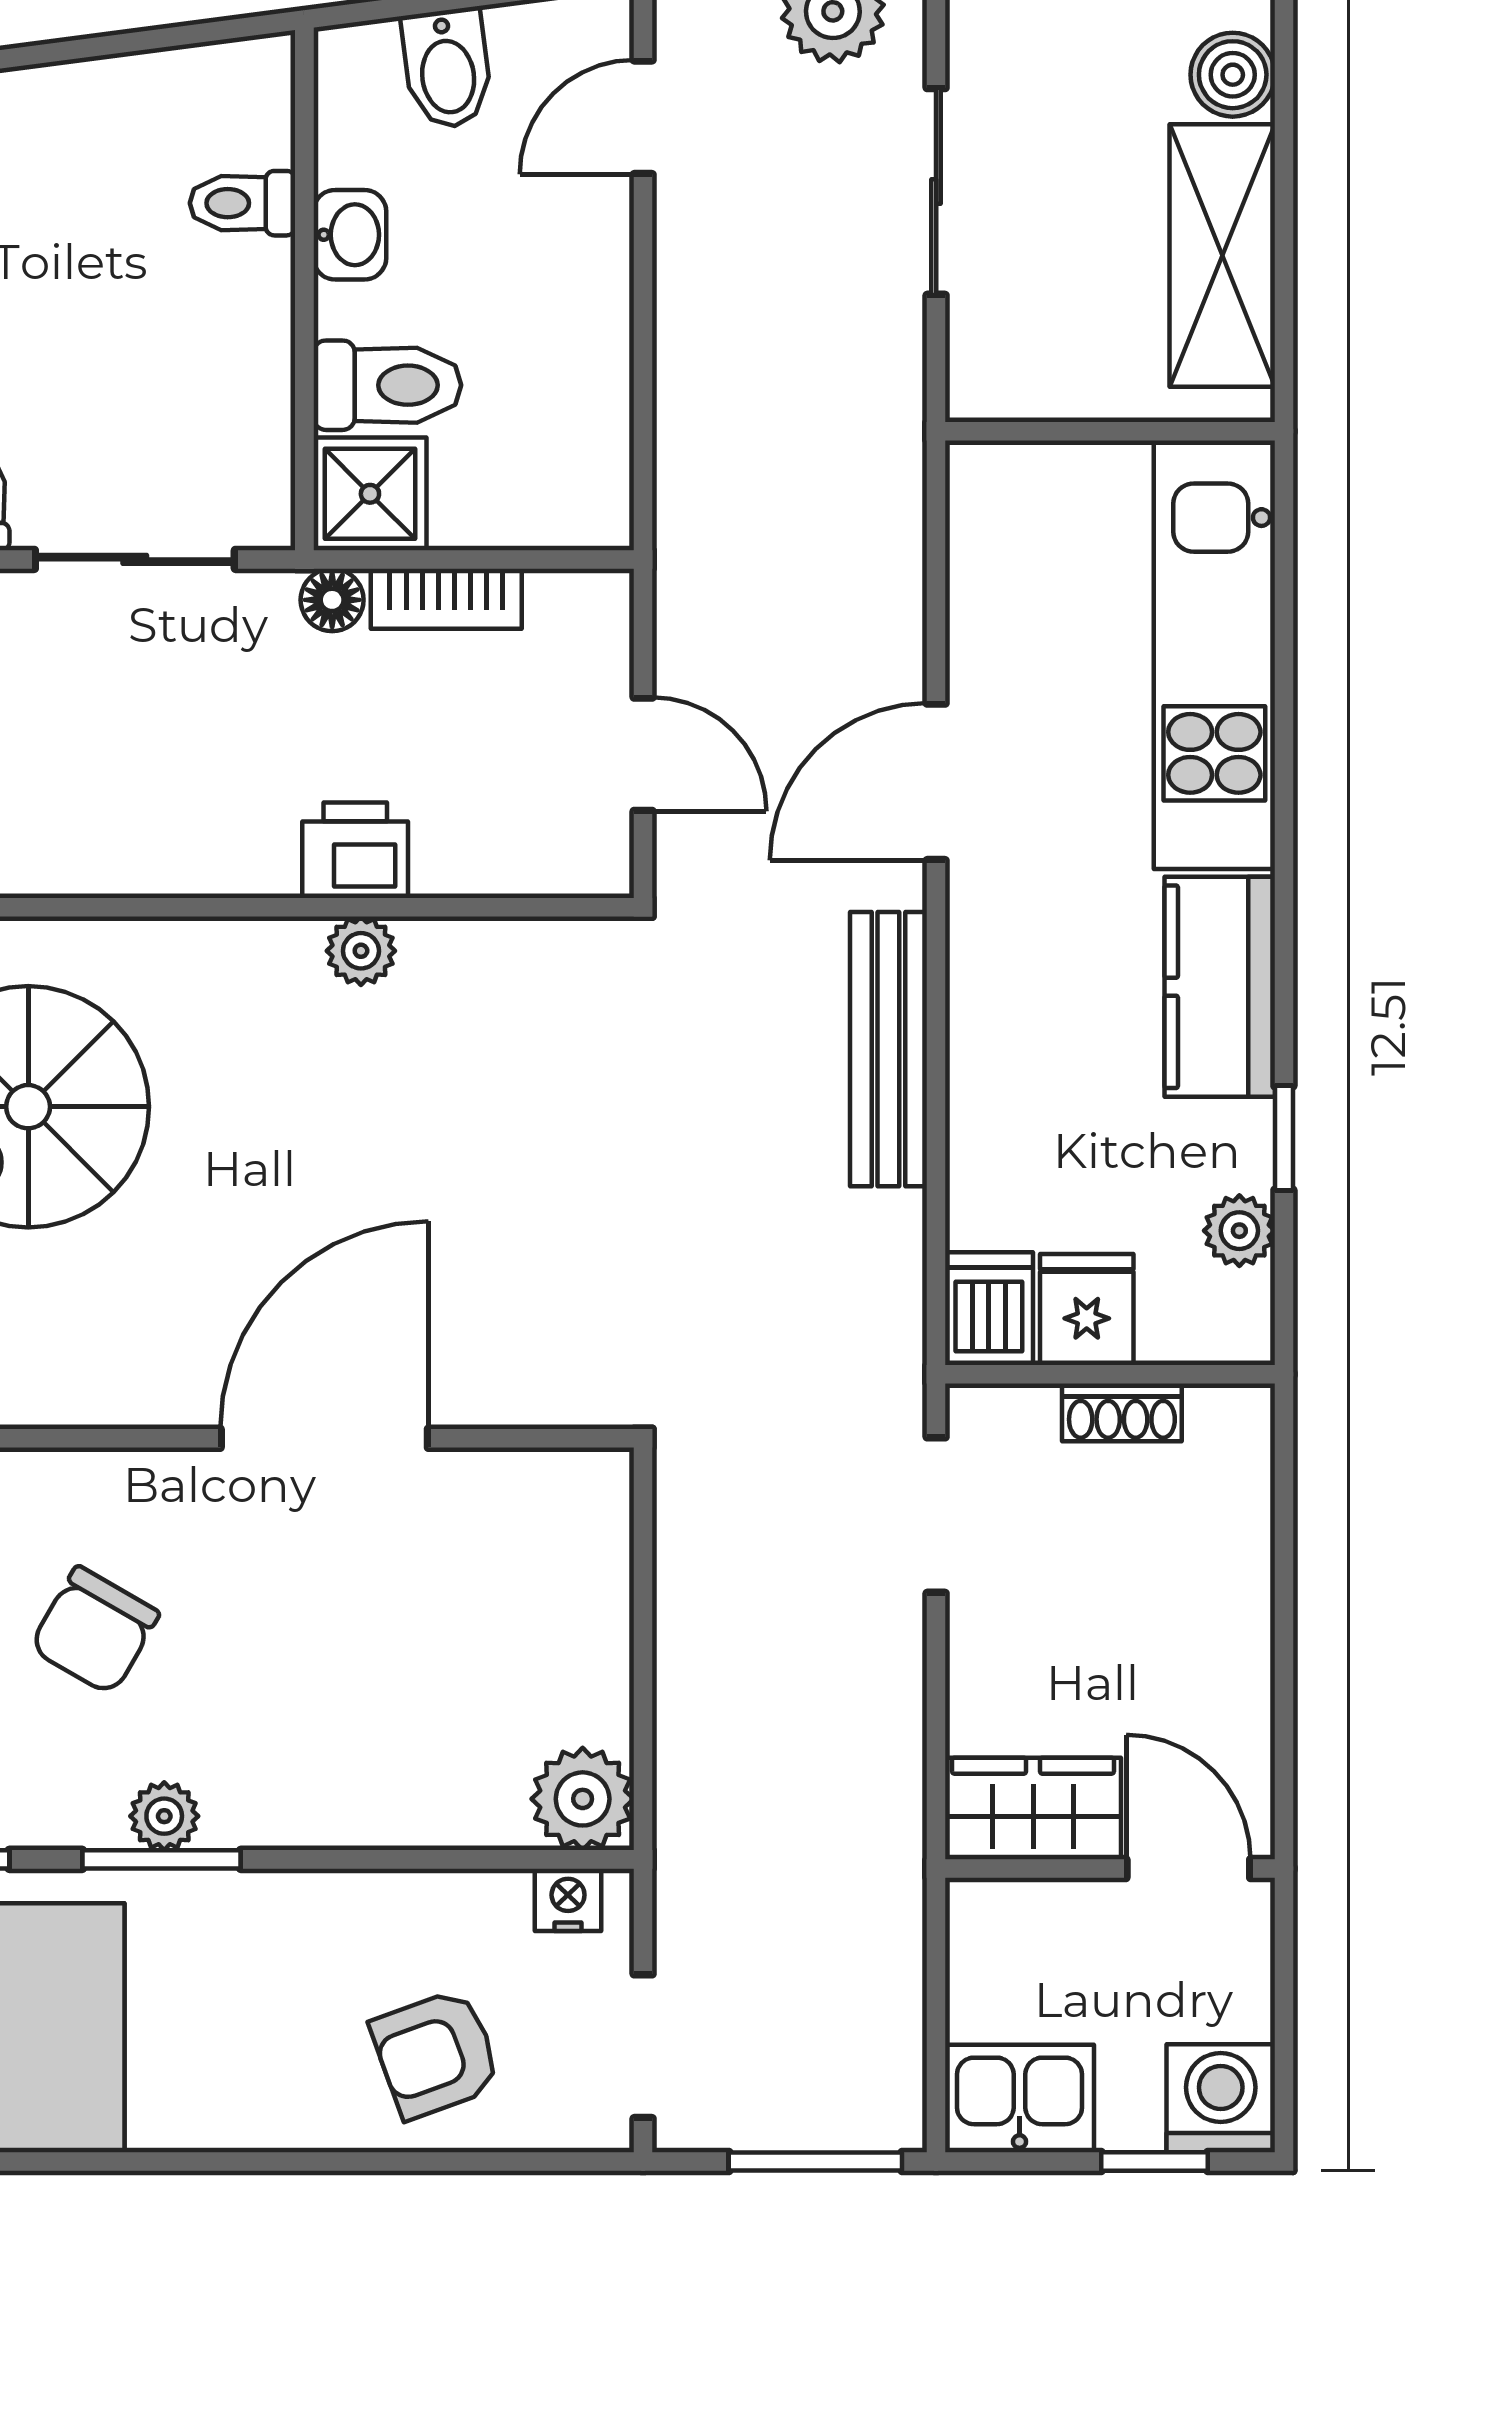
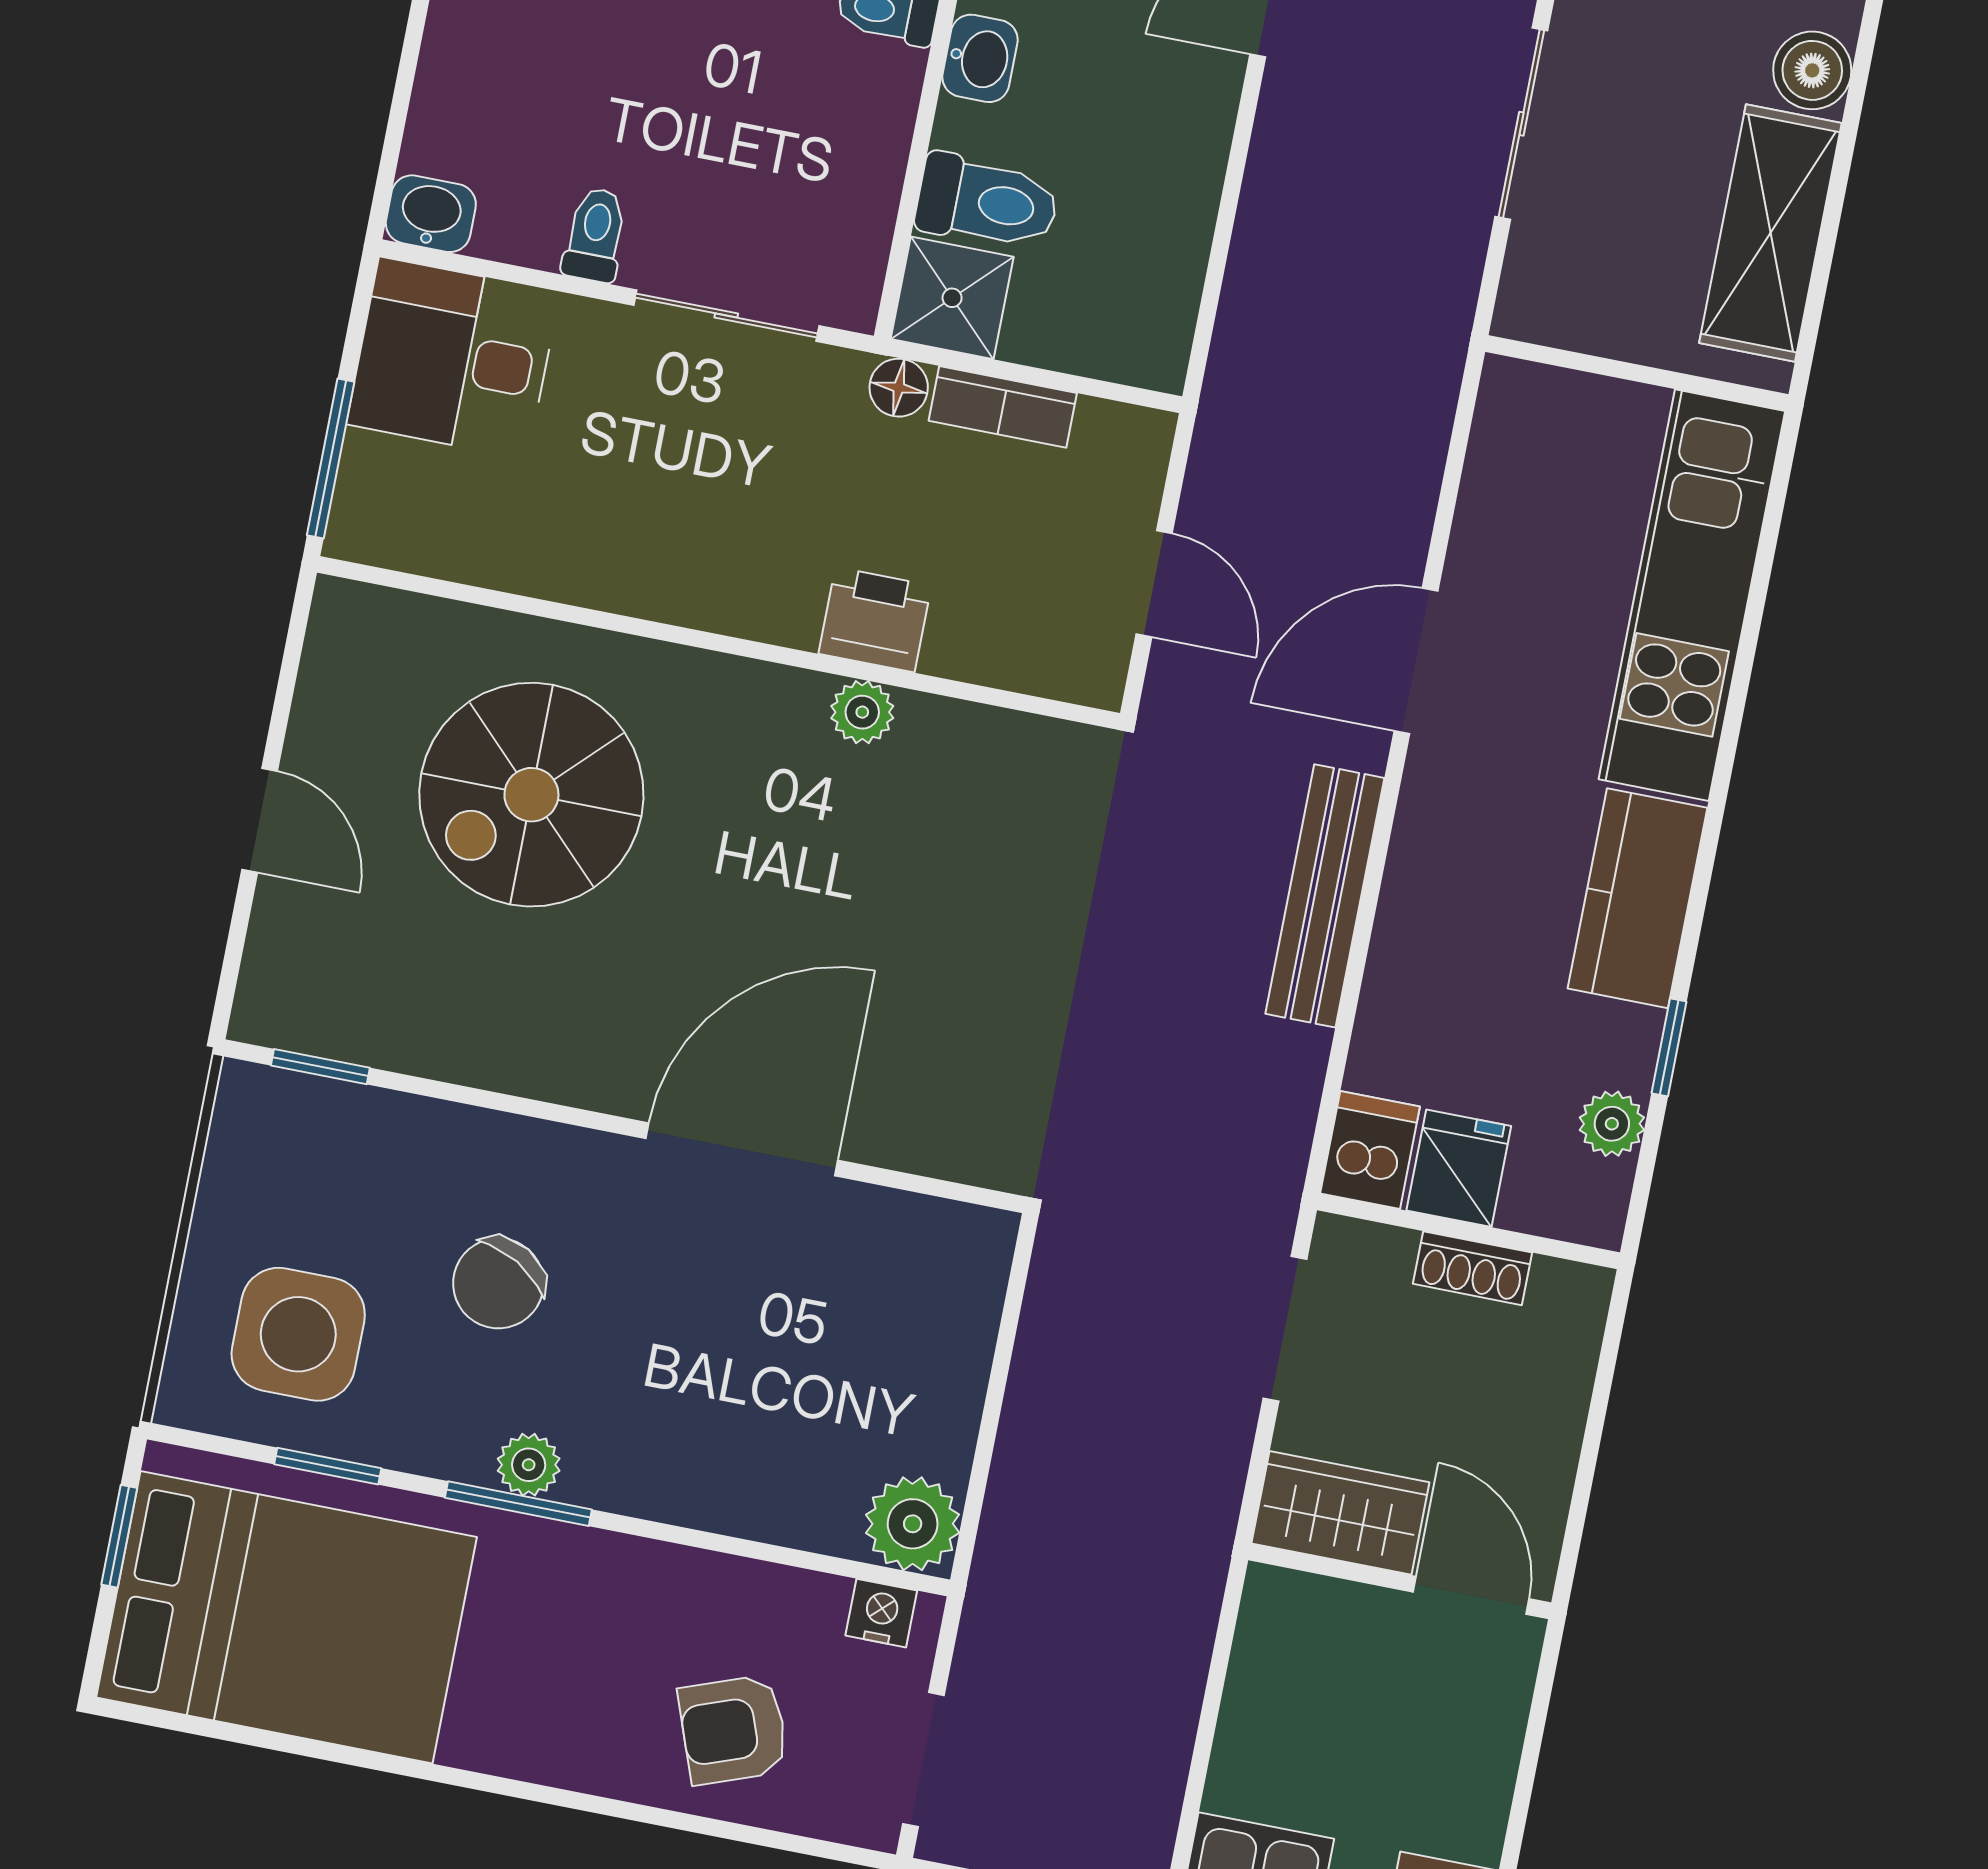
wardrobe: (1033, 1808) -> (1340, 1513), moved
wall: (1110, 1869) -> (1400, 1581), moved
door: (1188, 1869) -> (1471, 1595), moved

